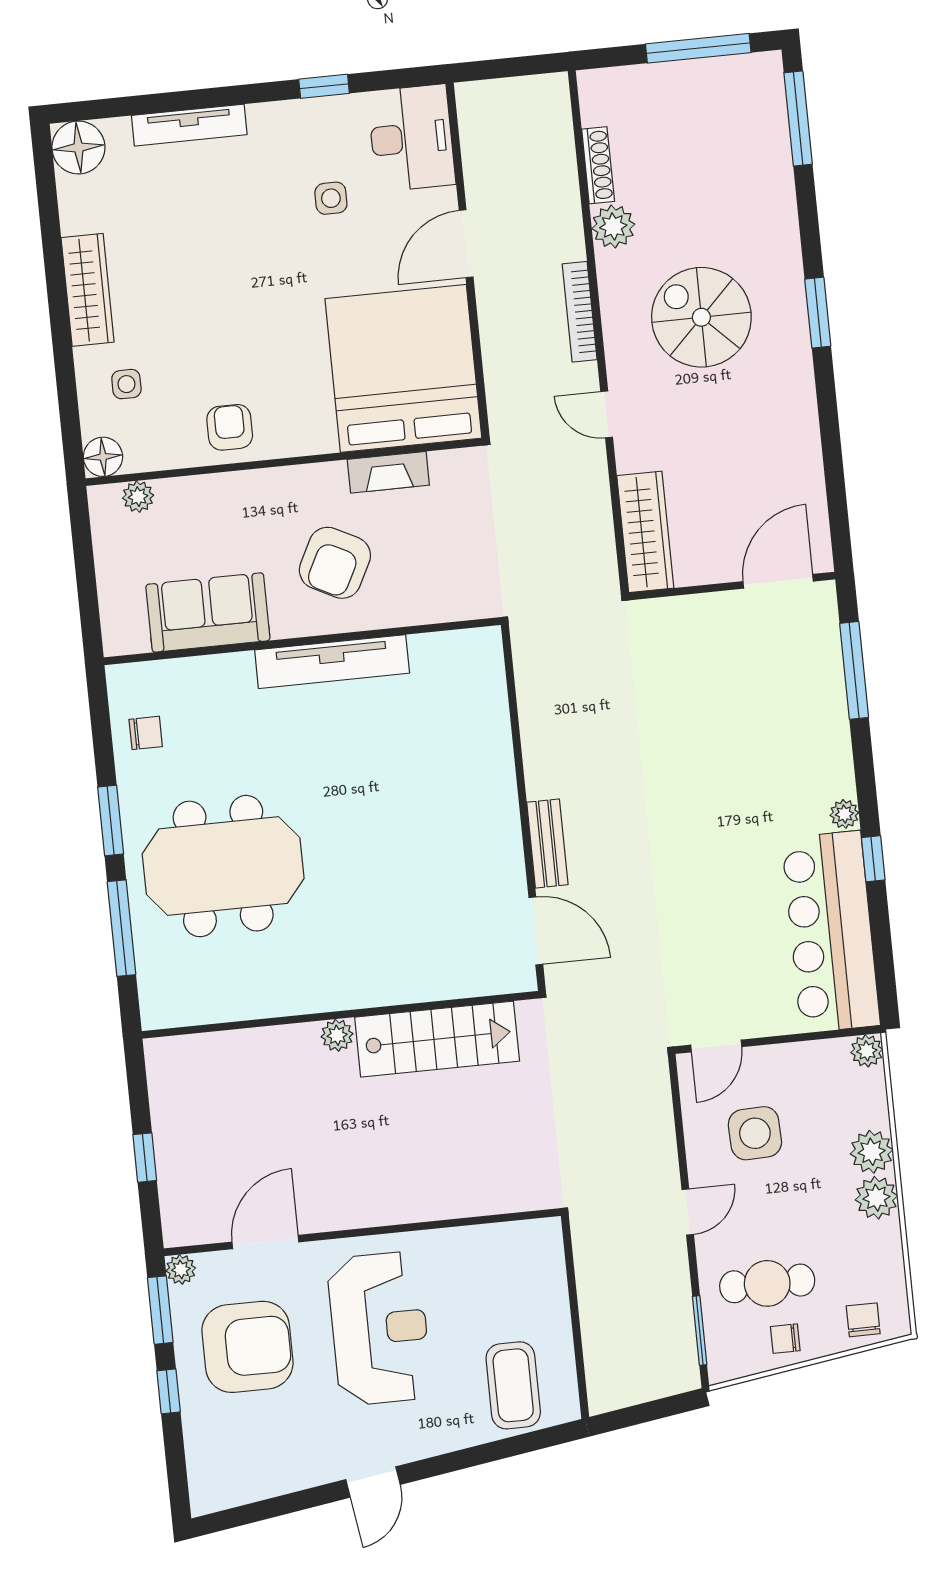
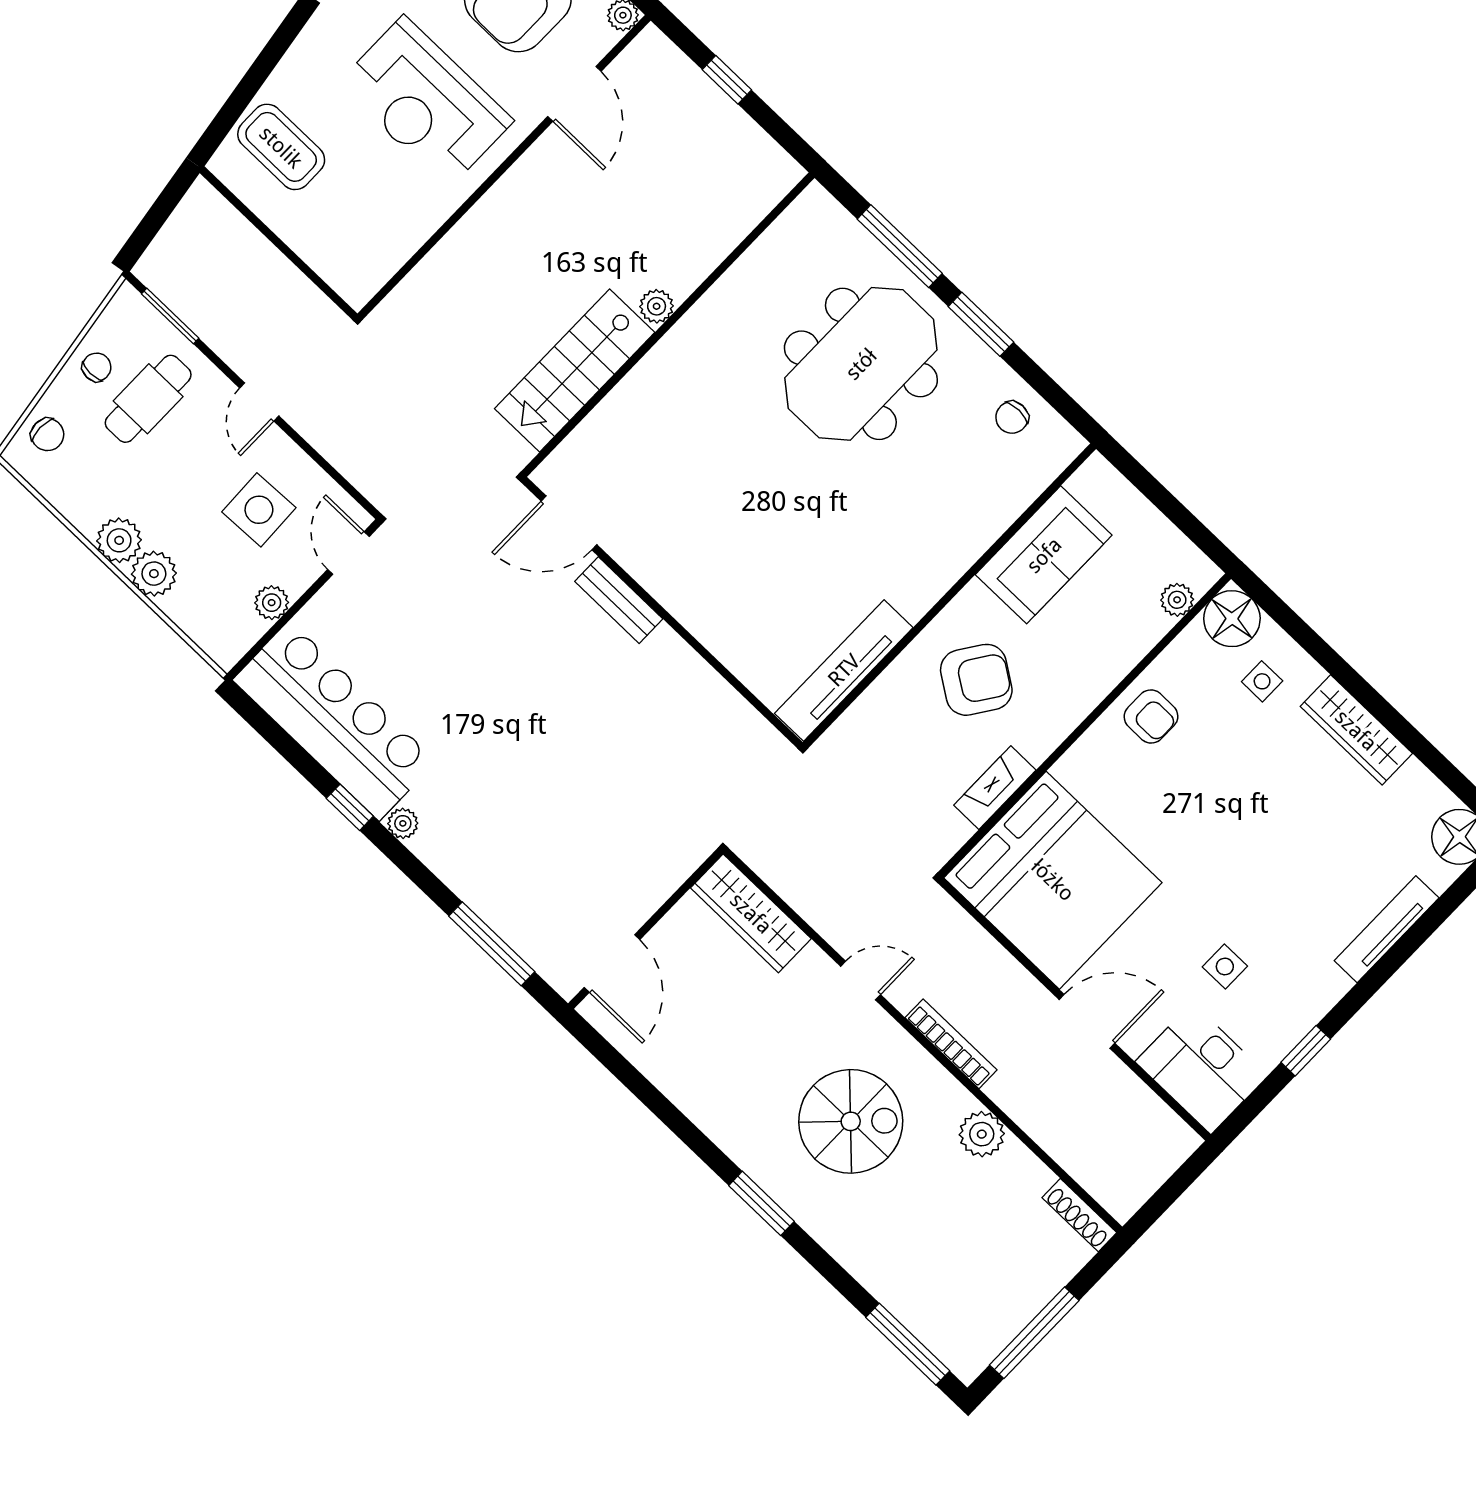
shoe rack: (598, 165) -> (1079, 1215), moved
door: (466, 244) -> (1087, 1021), hinge flipped
floor lamp: (103, 457) -> (1232, 619), width x1.38, depth x1.38
armchair: (335, 563) -> (976, 680), turned 97
tv unit: (332, 662) -> (844, 670), moved
plant: (867, 1051) -> (272, 603), moved

